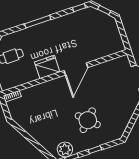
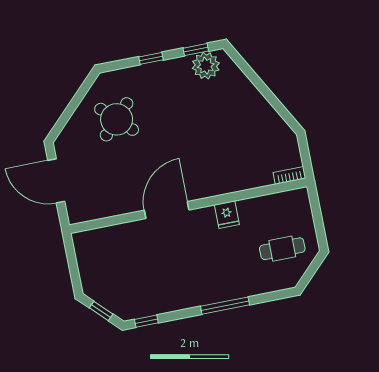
fridge: (47, 67) -> (227, 215), width x0.53, depth x0.75
round table: (88, 120) -> (117, 119), moved

